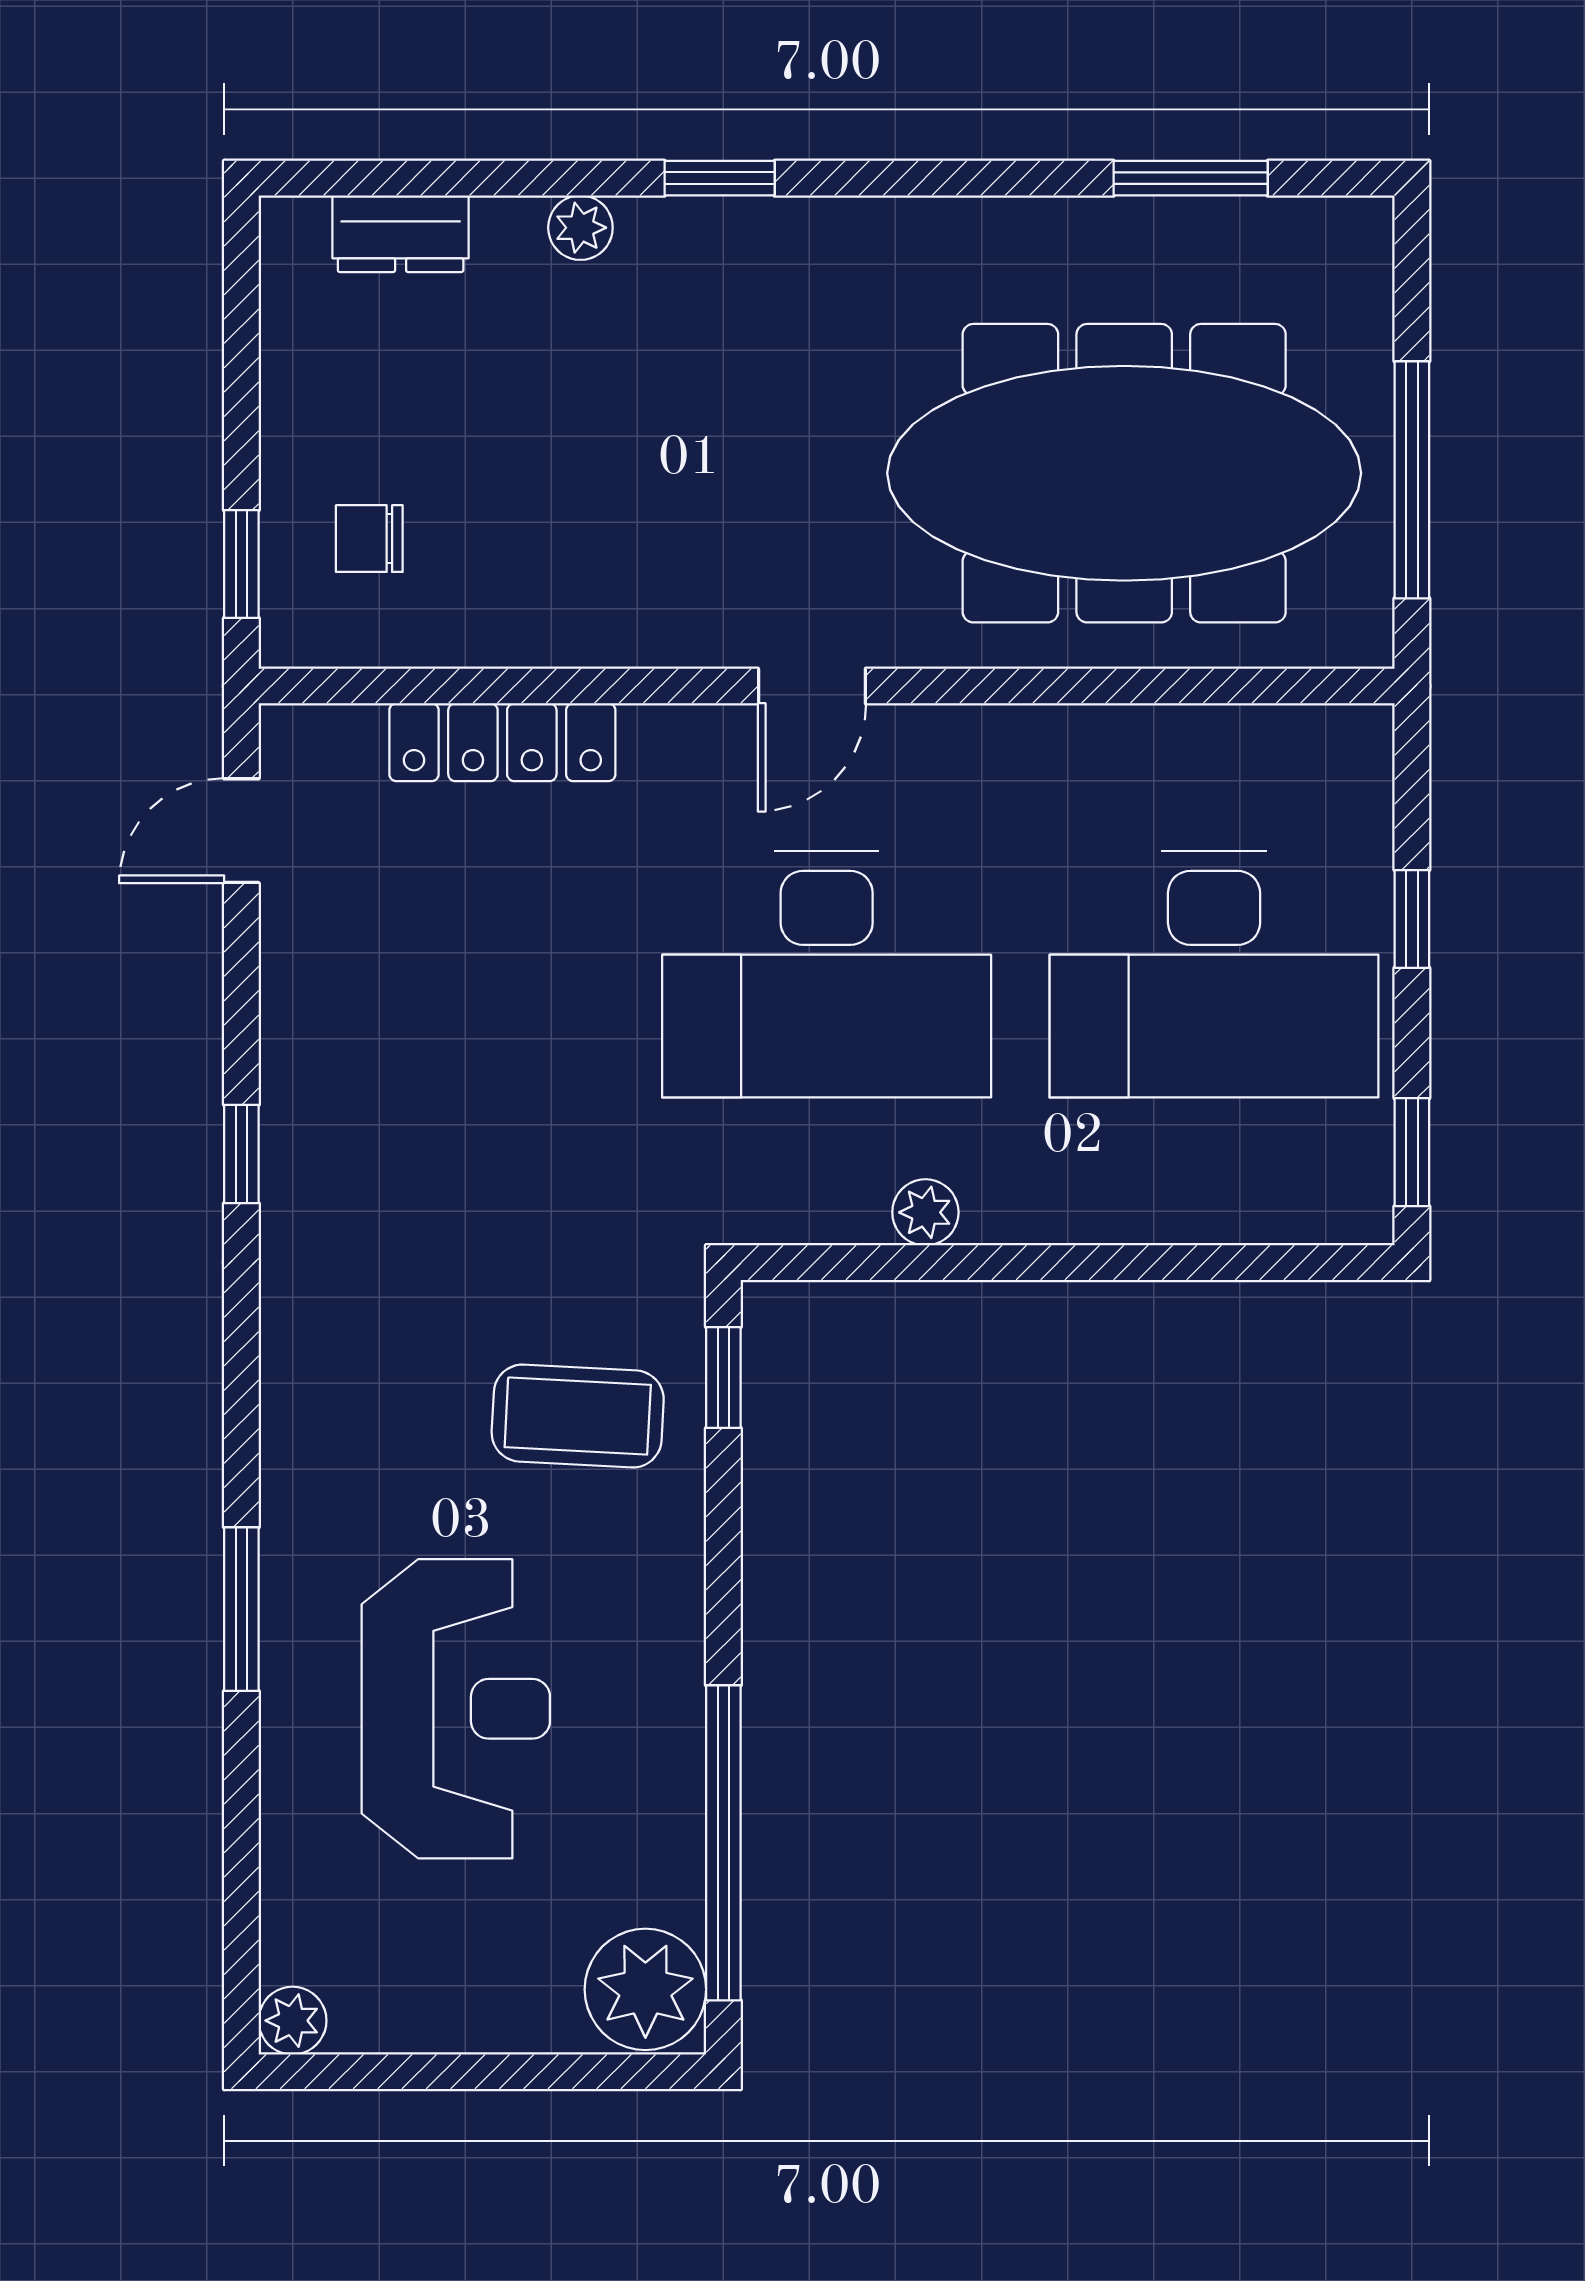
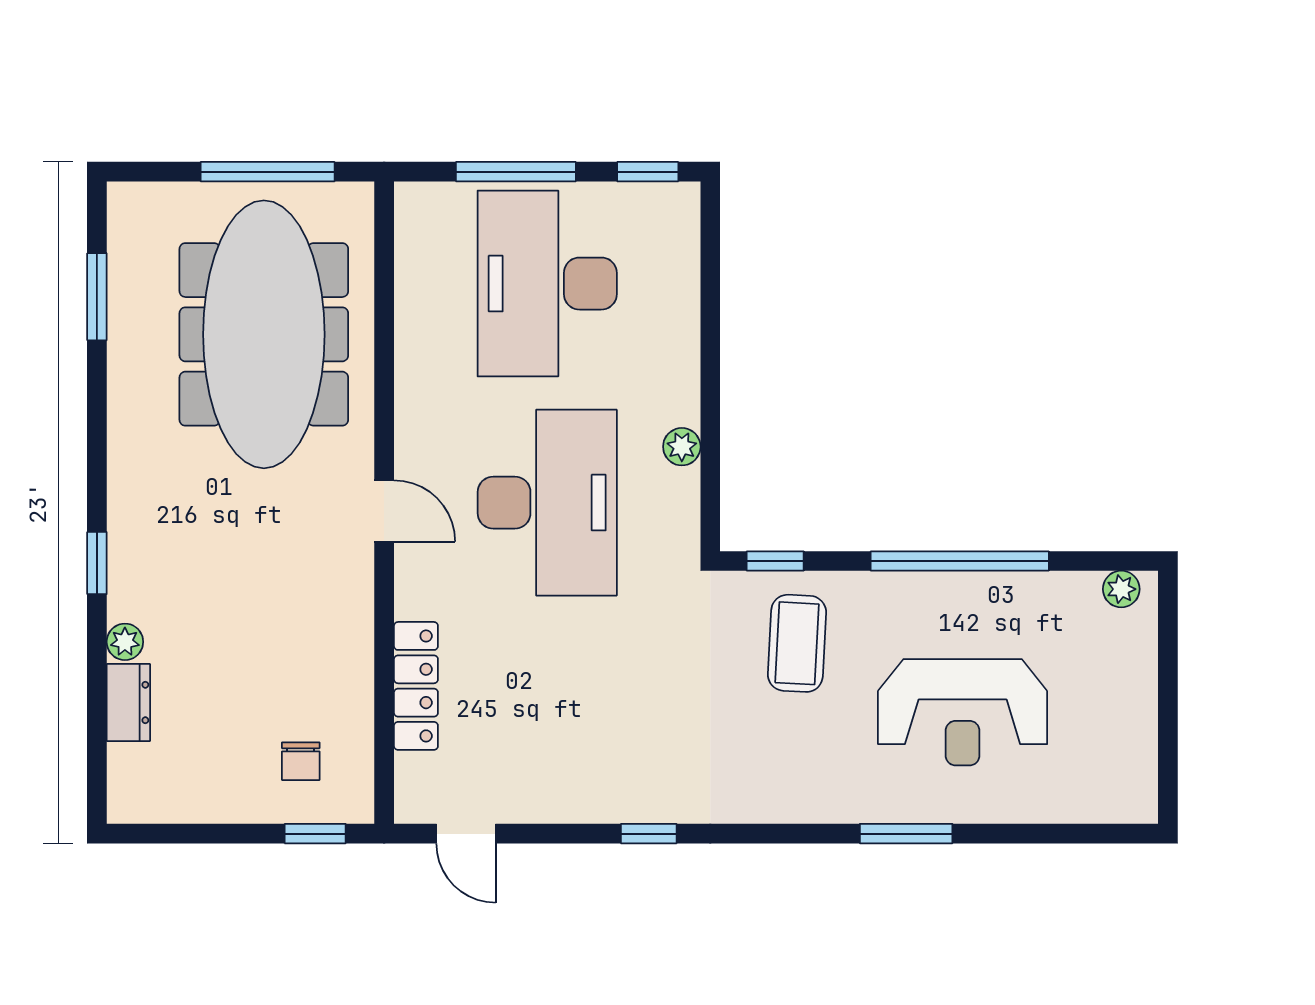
dresser: (401, 234) -> (128, 702), moved
window: (1412, 919) -> (516, 172), width x2.17
desk: (1214, 974) -> (547, 284), turned 180
reception desk: (456, 1709) -> (963, 712), turned 180
window: (723, 1843) -> (960, 561), moved
plant: (645, 1989) -> (1121, 589), width x0.53, depth x0.53
plant: (292, 2021) -> (1139, 805), removed

